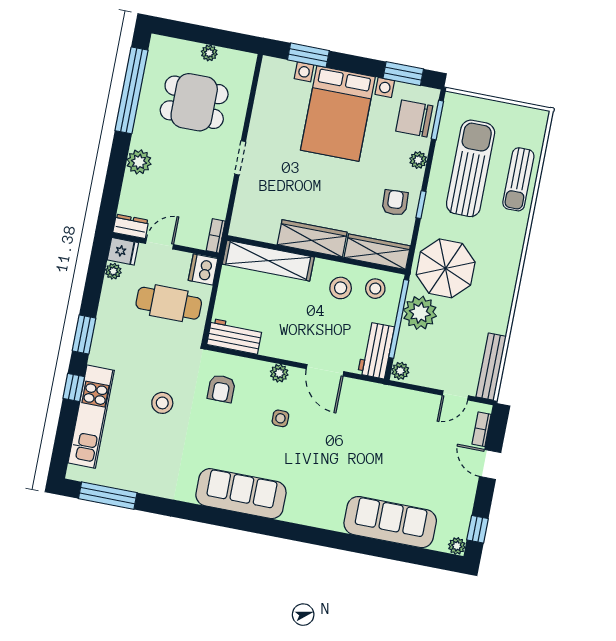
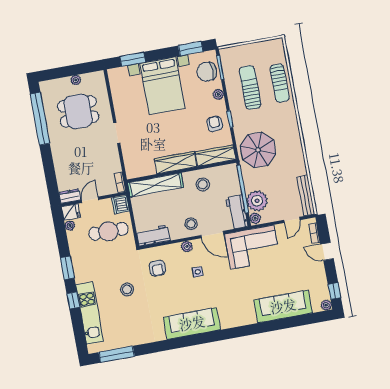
plant: (139, 162) -> (60, 158), removed
sun lounger: (471, 168) -> (250, 87), width x0.73, depth x0.75
stool: (375, 289) -> (191, 224), moved
plant: (420, 313) -> (257, 201), moved
corner sofa: (379, 413) -> (252, 247), added

